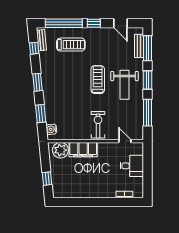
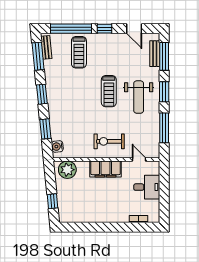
treadmill: (71, 45) -> (79, 52), turned 90
window: (34, 48) -> (38, 56), width x2.17
treadmill: (98, 80) -> (109, 91), turned 180
exercise bike: (98, 125) -> (109, 141), turned -90
filing cabinet: (83, 150) -> (106, 169), moved

